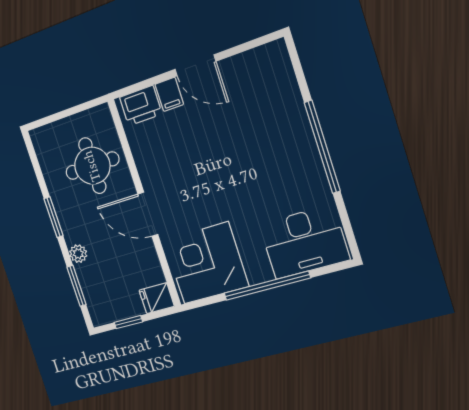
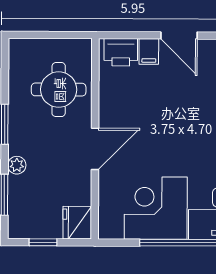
door: (148, 214) -> (95, 149), swing flipped
corner desk: (206, 263) -> (156, 208), moved
fridge: (157, 298) -> (77, 223), width x1.38

